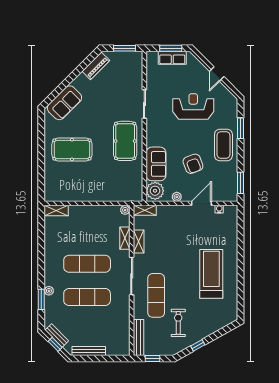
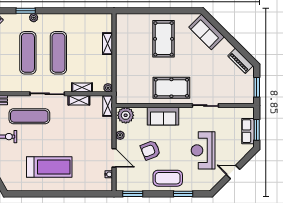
reception desk: (193, 106) -> (203, 150), turned 180
sofa: (156, 164) -> (163, 116), moved
shelving: (56, 210) -> (107, 44), moved

